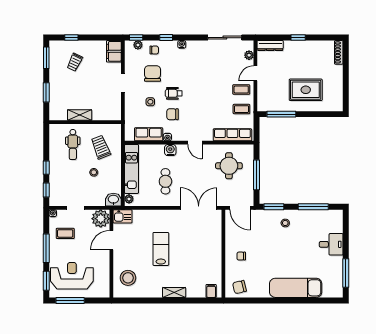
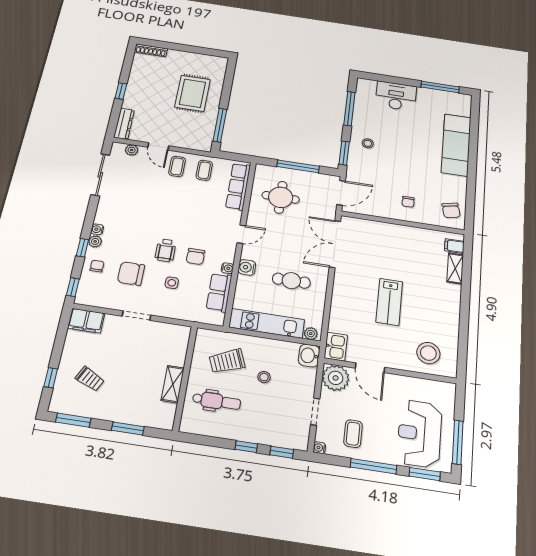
plant: (138, 45) -> (95, 241), moved
desk: (331, 244) -> (396, 96), width x1.37
lab bench: (161, 249) -> (389, 302), turned -90
shelving: (174, 292) -> (455, 268), moved

